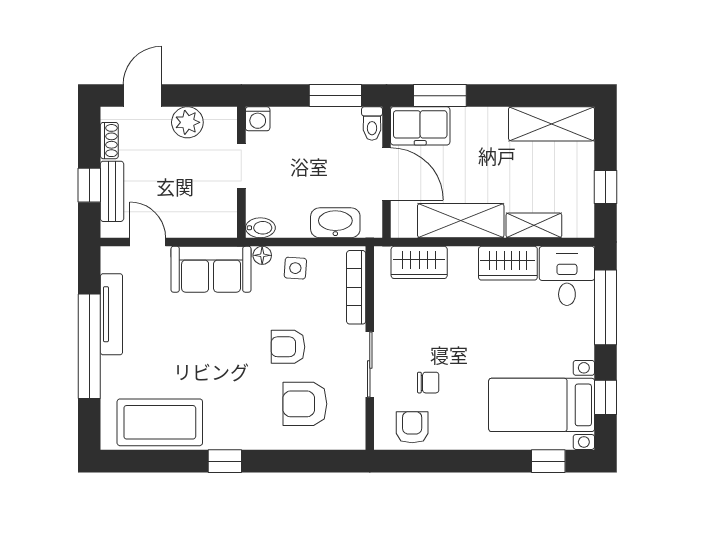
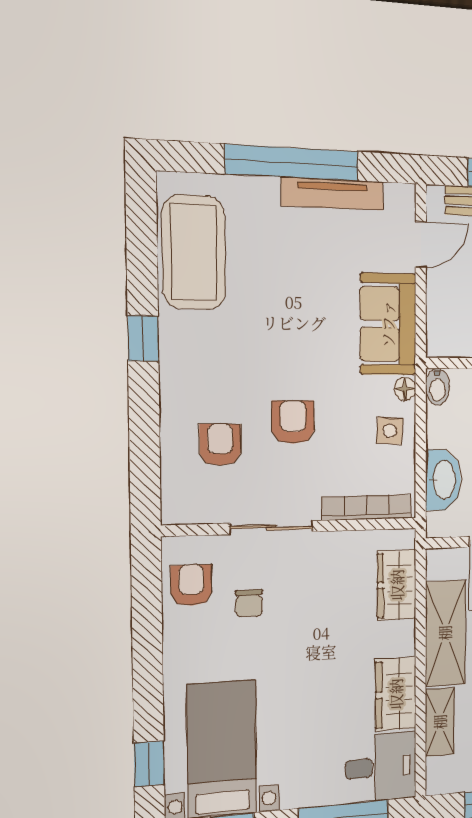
armchair: (305, 404) -> (220, 445), width x0.72, depth x0.72
armchair: (412, 427) -> (191, 585), turned -90

